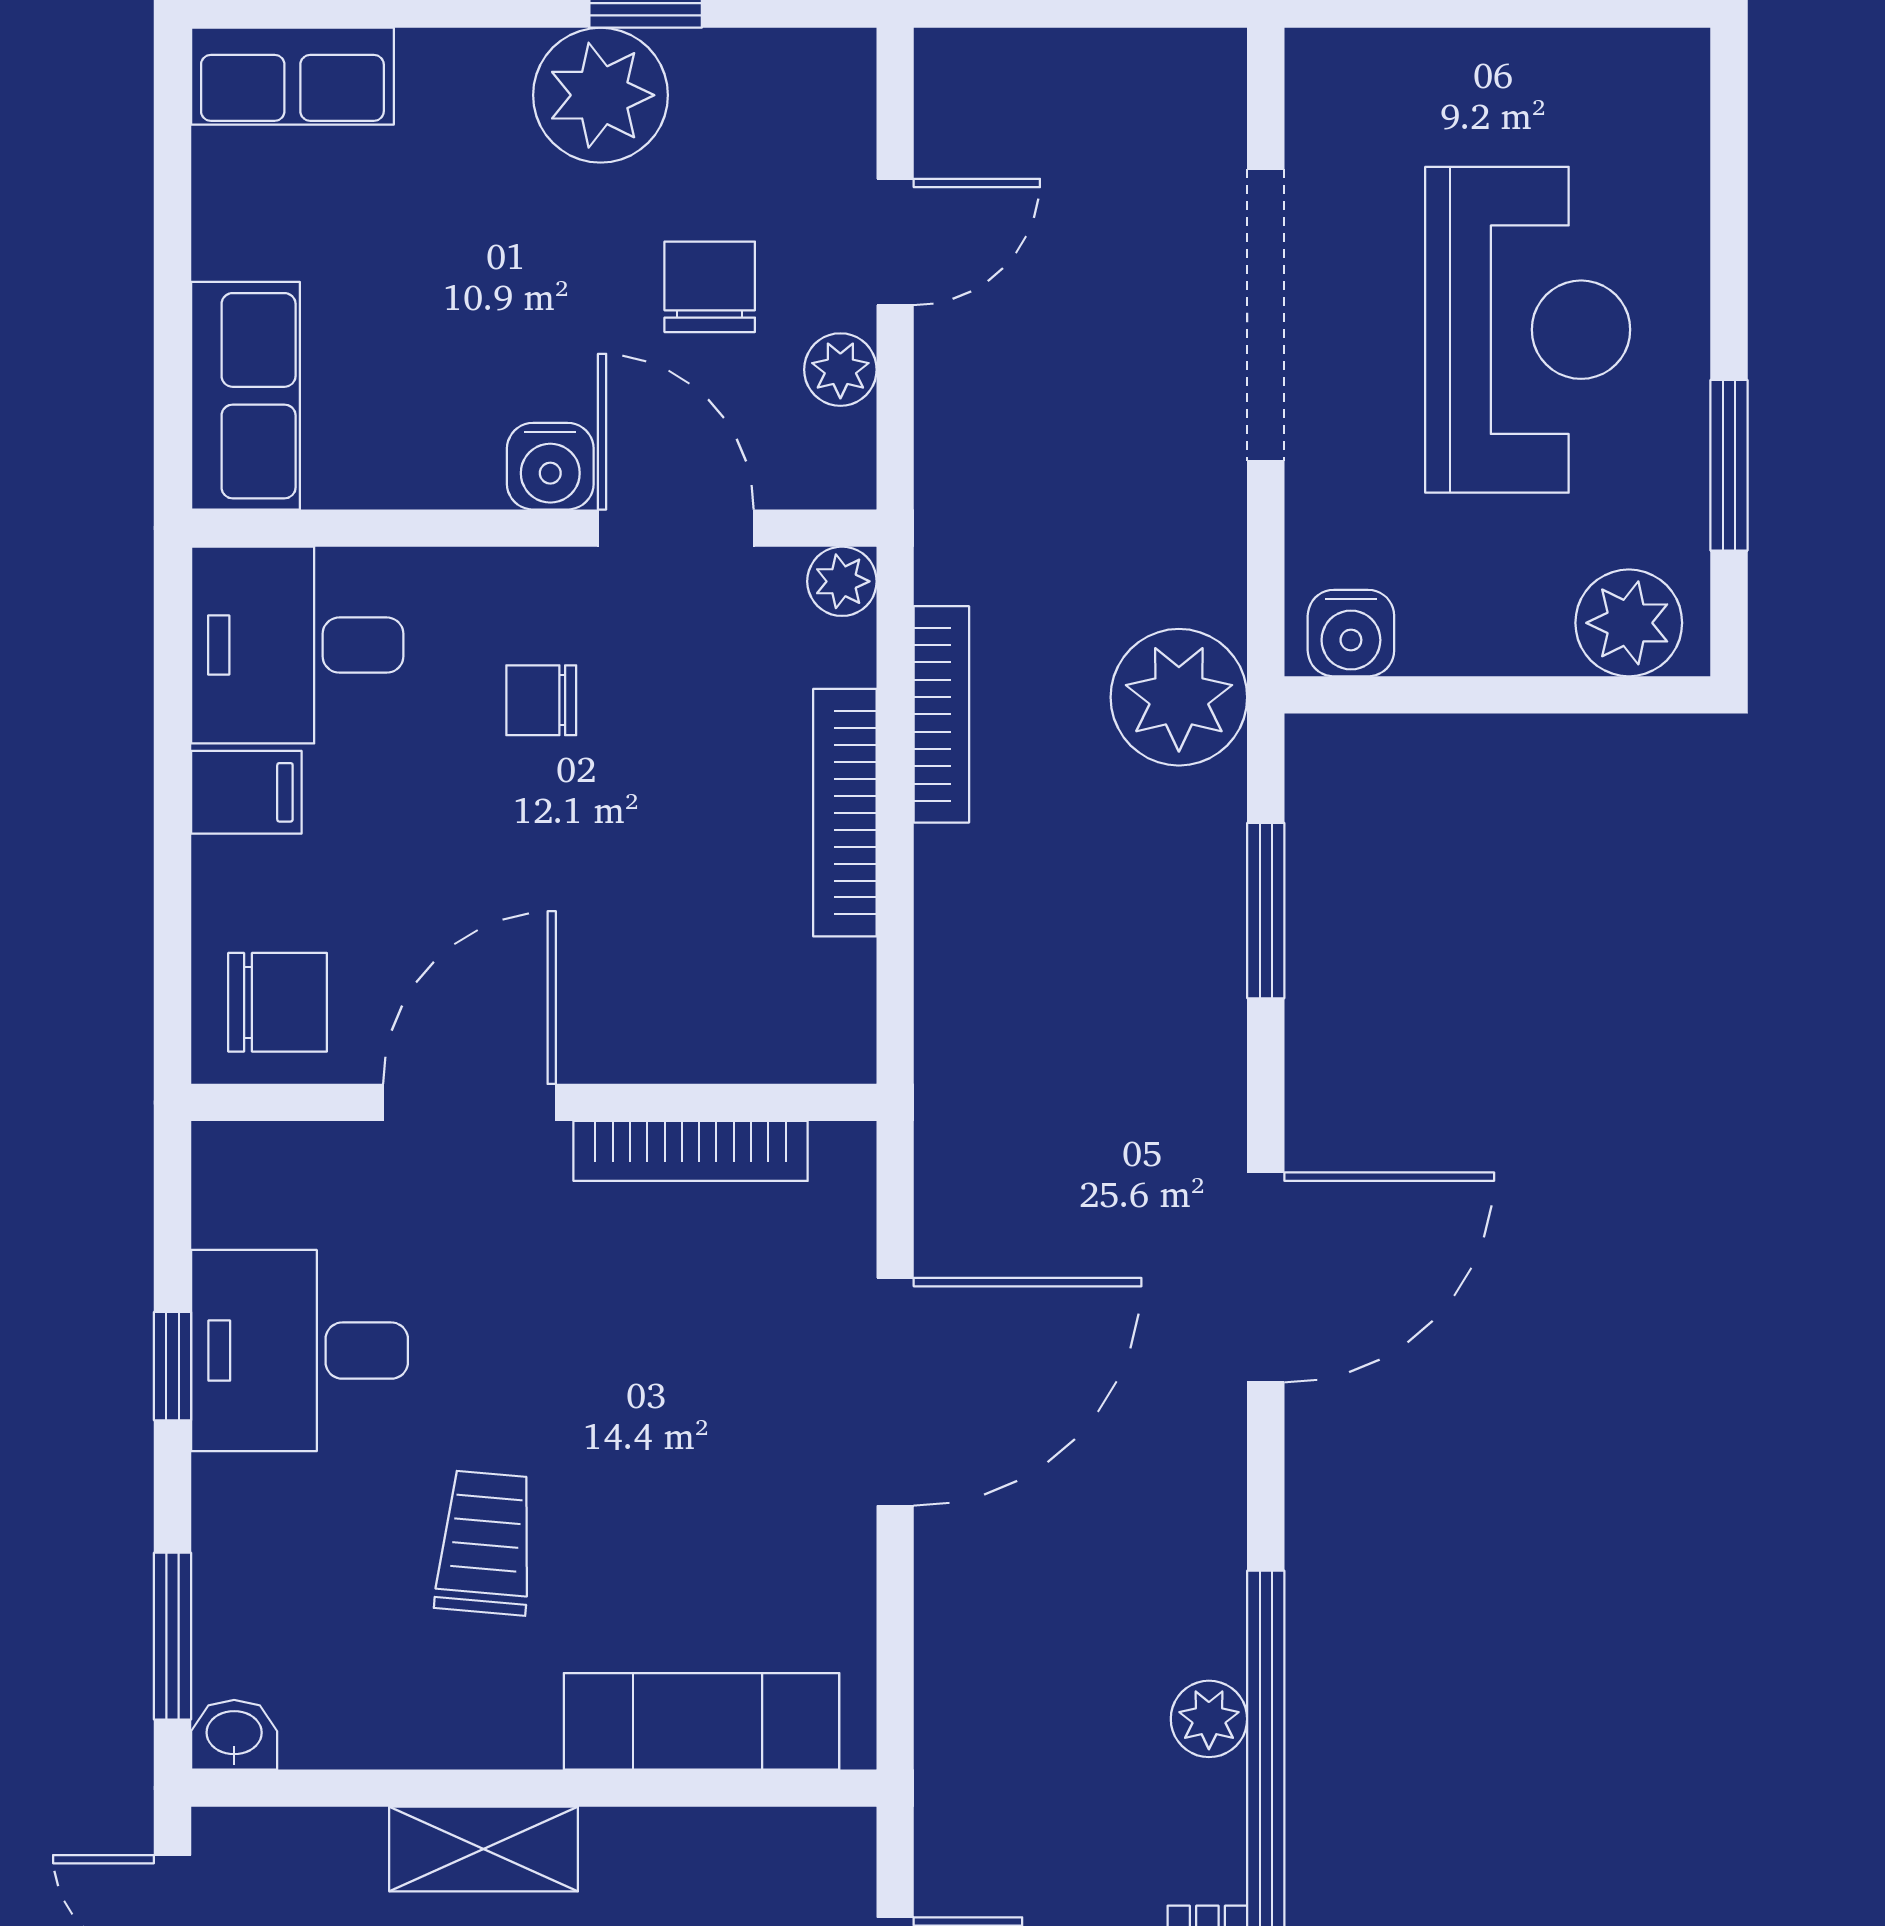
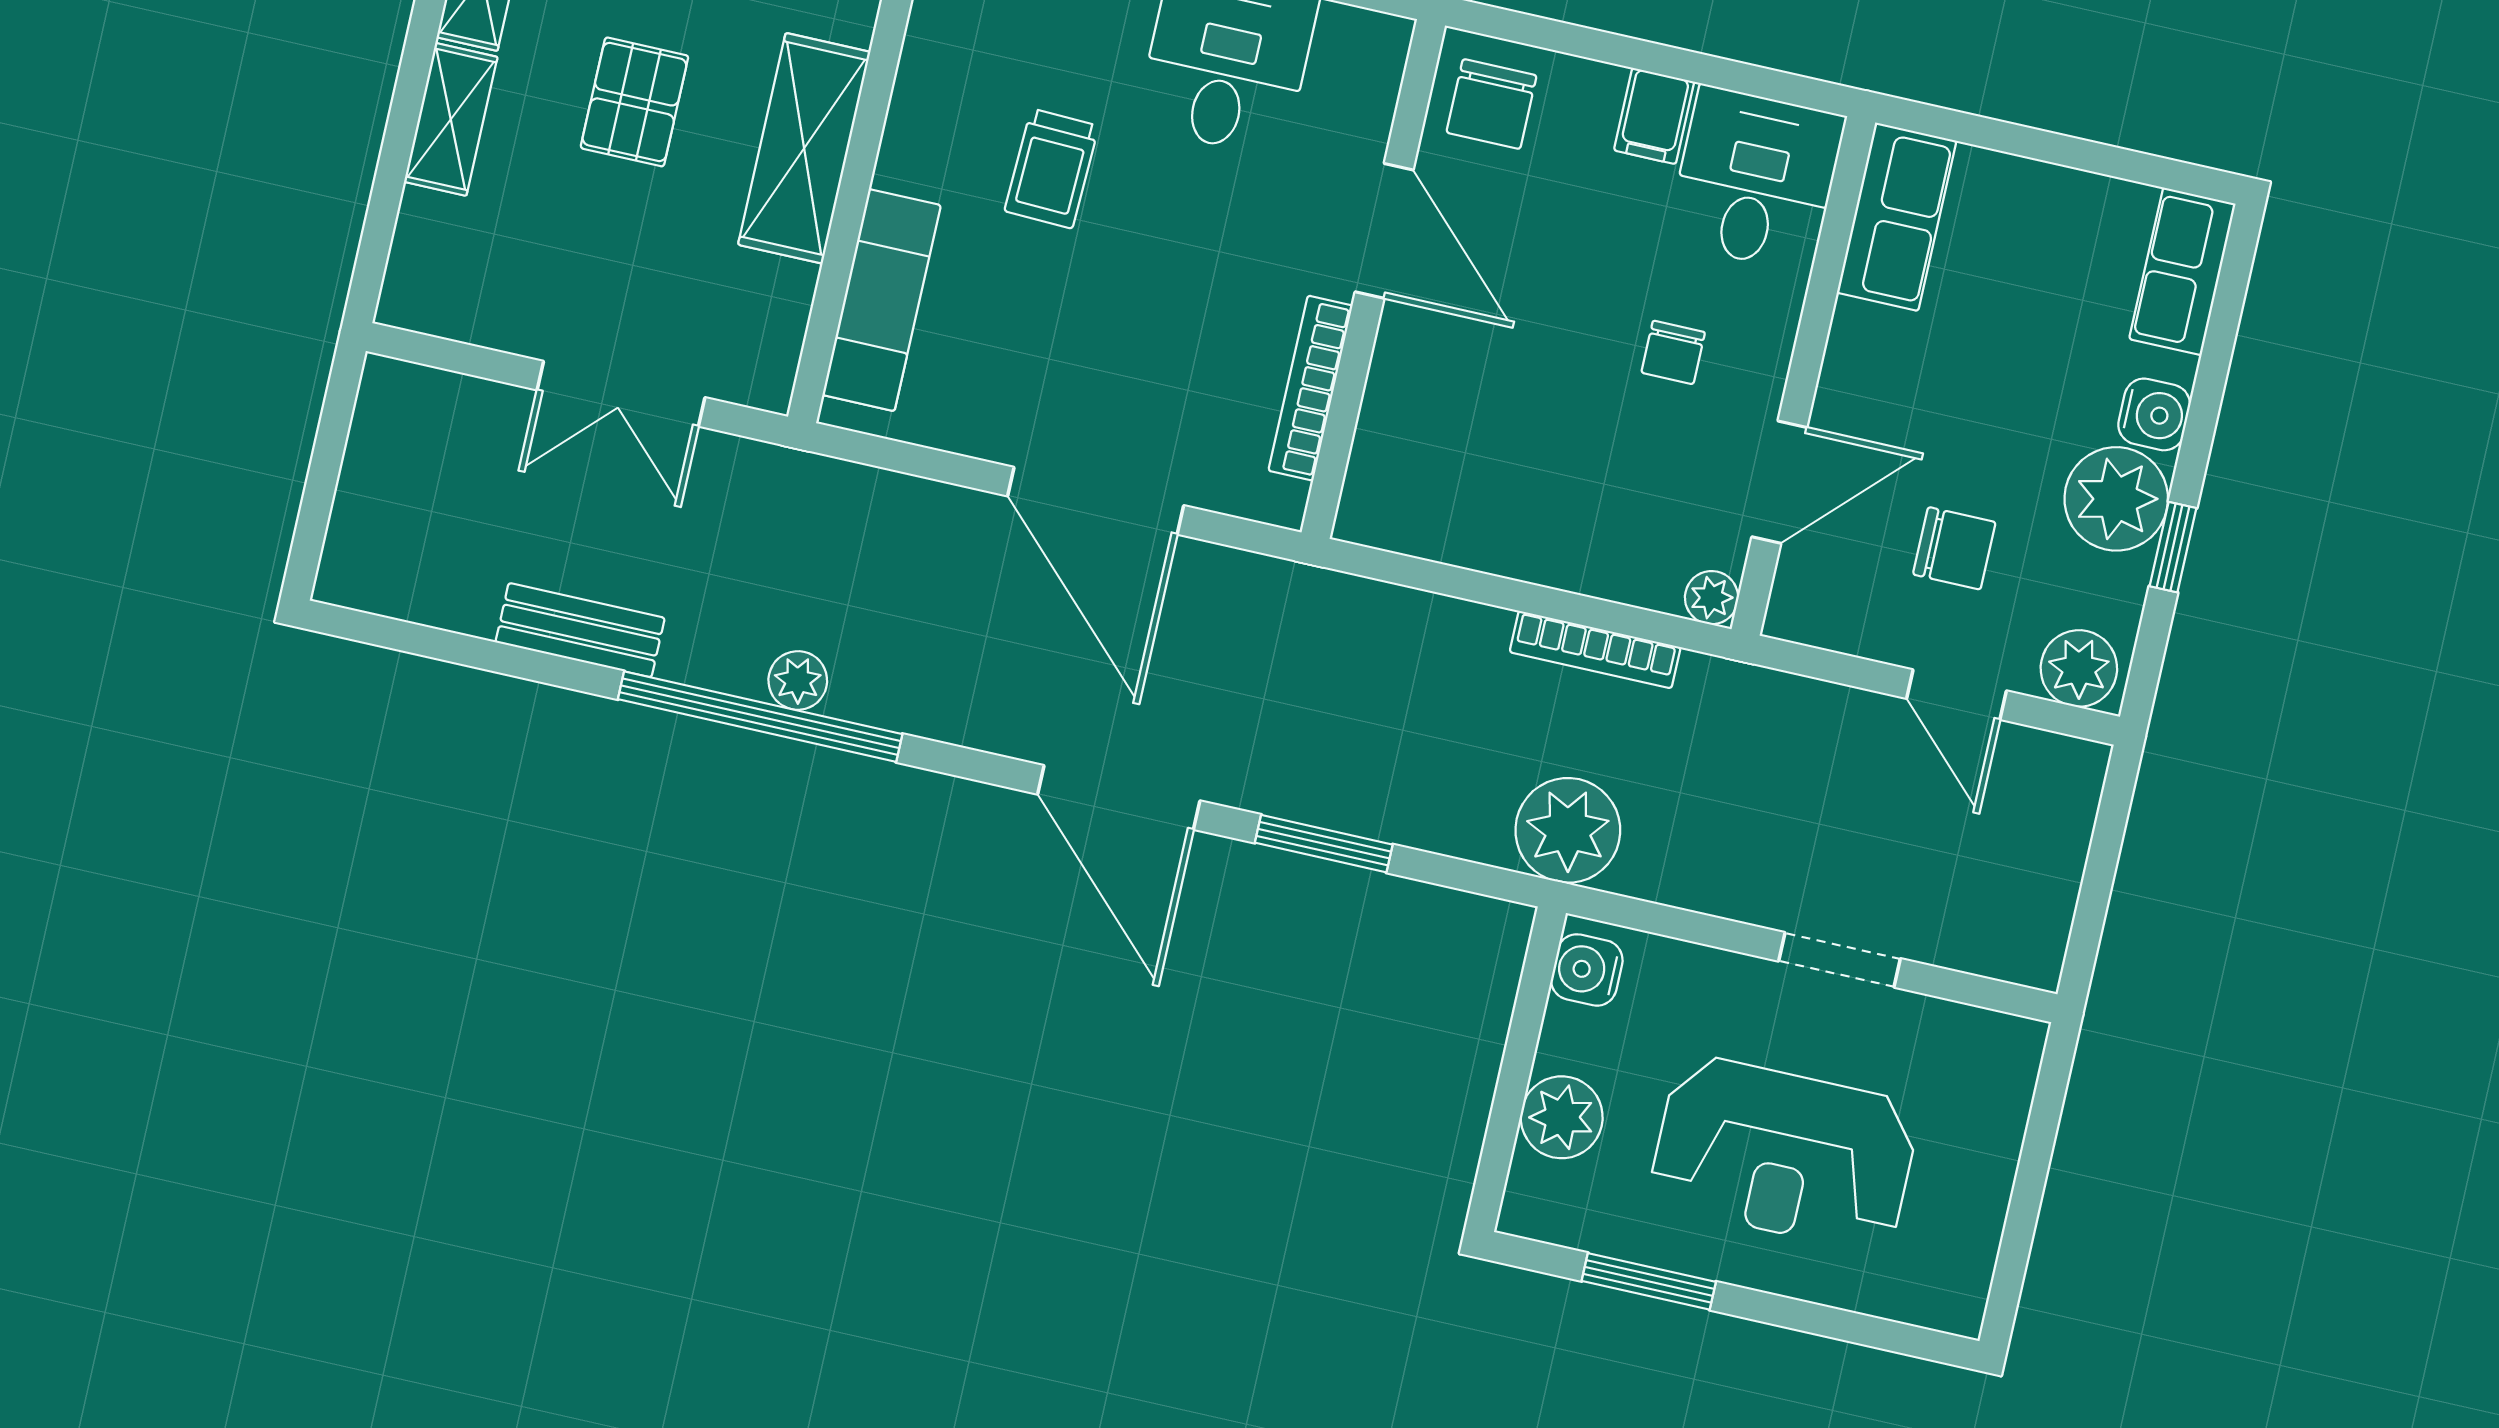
doorway: (1266, 315) -> (1839, 960), width x0.53
plant: (840, 370) -> (2079, 668), moved, width x1.38, depth x1.38
row of seats: (245, 396) -> (1897, 217), moved, turned -90
water cooler: (550, 466) -> (2154, 414), moved, turned 180
plant: (1629, 623) -> (1562, 1117), moved
chair: (541, 700) -> (1673, 352), turned 180
bookcase: (845, 813) -> (1538, 561), removed
window: (1266, 911) -> (1324, 844), moved
trolley: (485, 1543) -> (1052, 168), turned 87
shelving: (484, 1849) -> (804, 148), width x1.50, depth x1.33

